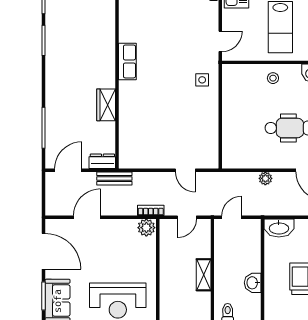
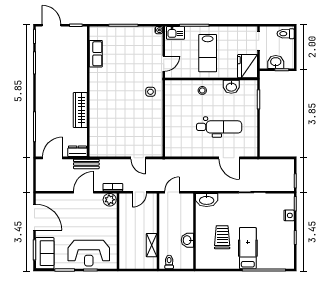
row of seats: (127, 61) -> (96, 54), moved
wardrobe: (106, 105) -> (80, 110), width x1.50
plant: (265, 178) -> (197, 164), removed
door: (87, 217) -> (83, 192), moved
shelving: (204, 275) -> (152, 245), moved

